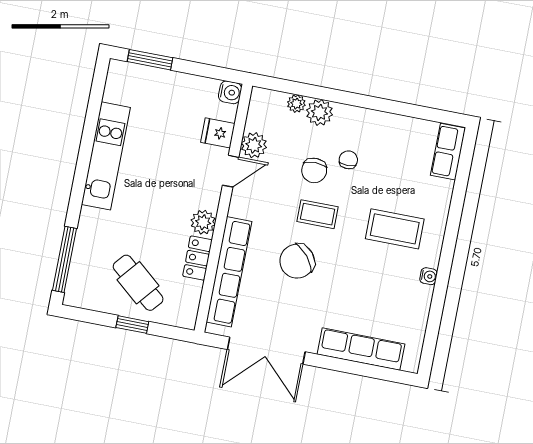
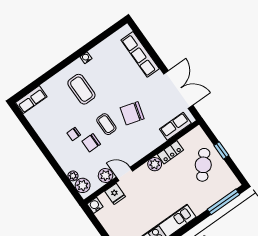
plant: (319, 112) -> (83, 185), moved
chair: (314, 170) -> (91, 143), turned 180
chair: (297, 261) -> (132, 113), turned 146
row of seats: (229, 272) -> (175, 126), width x0.50

